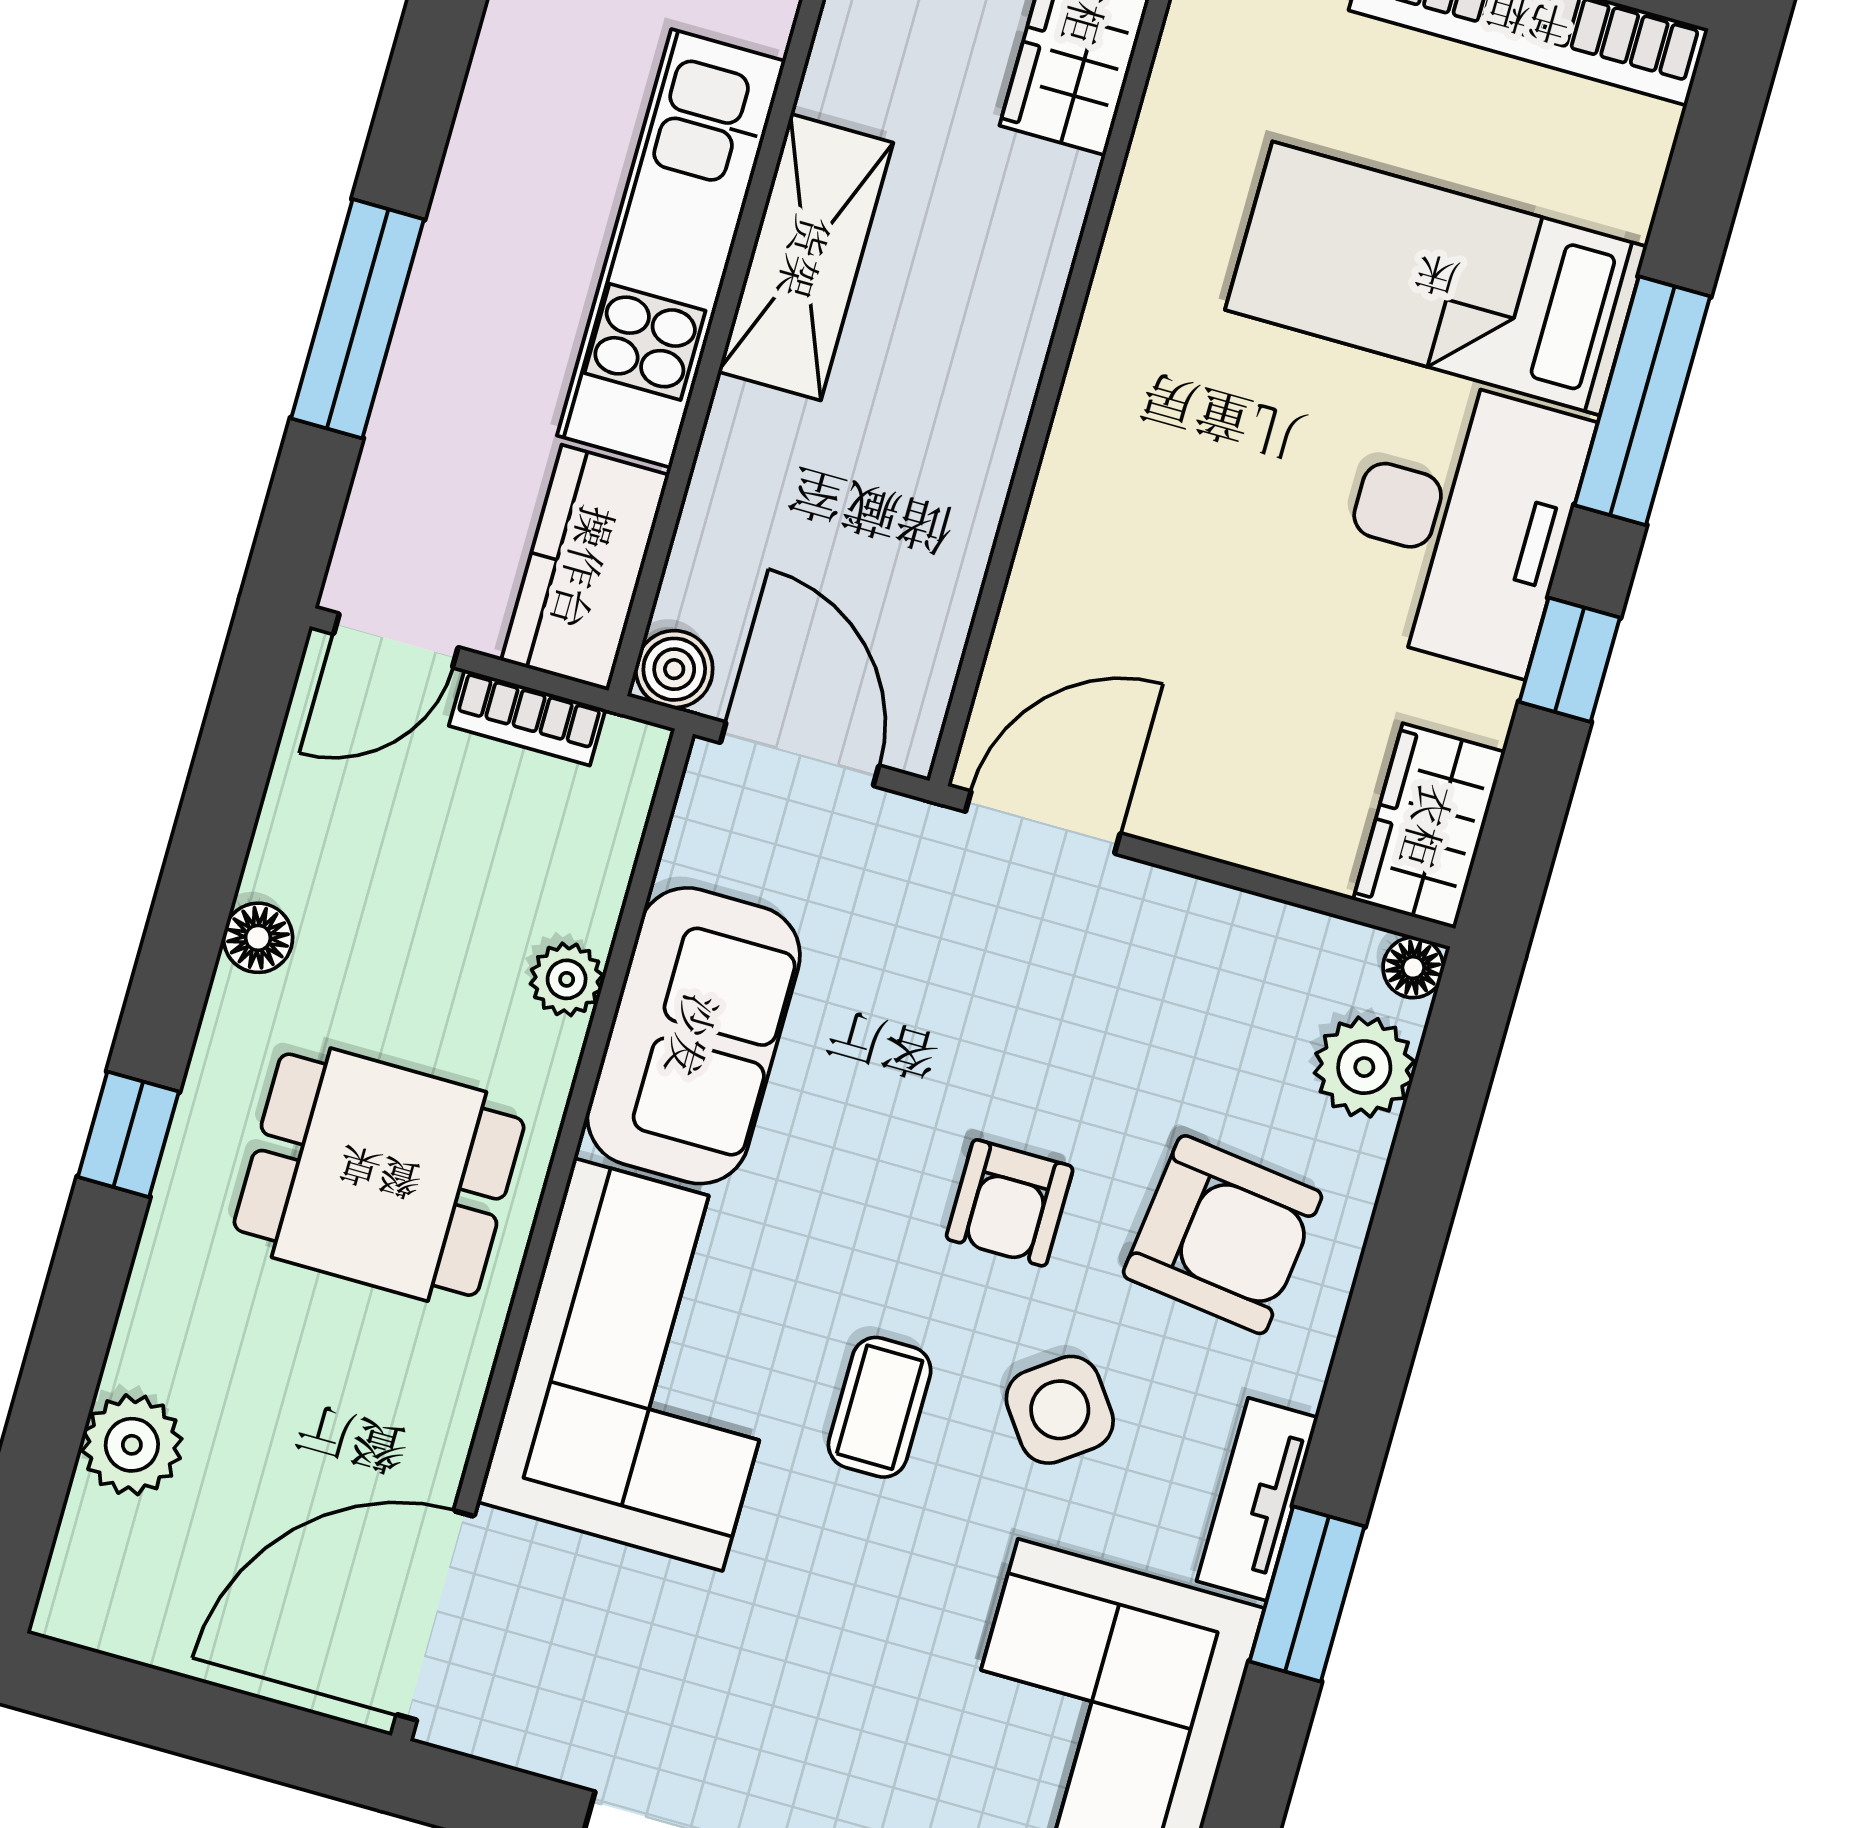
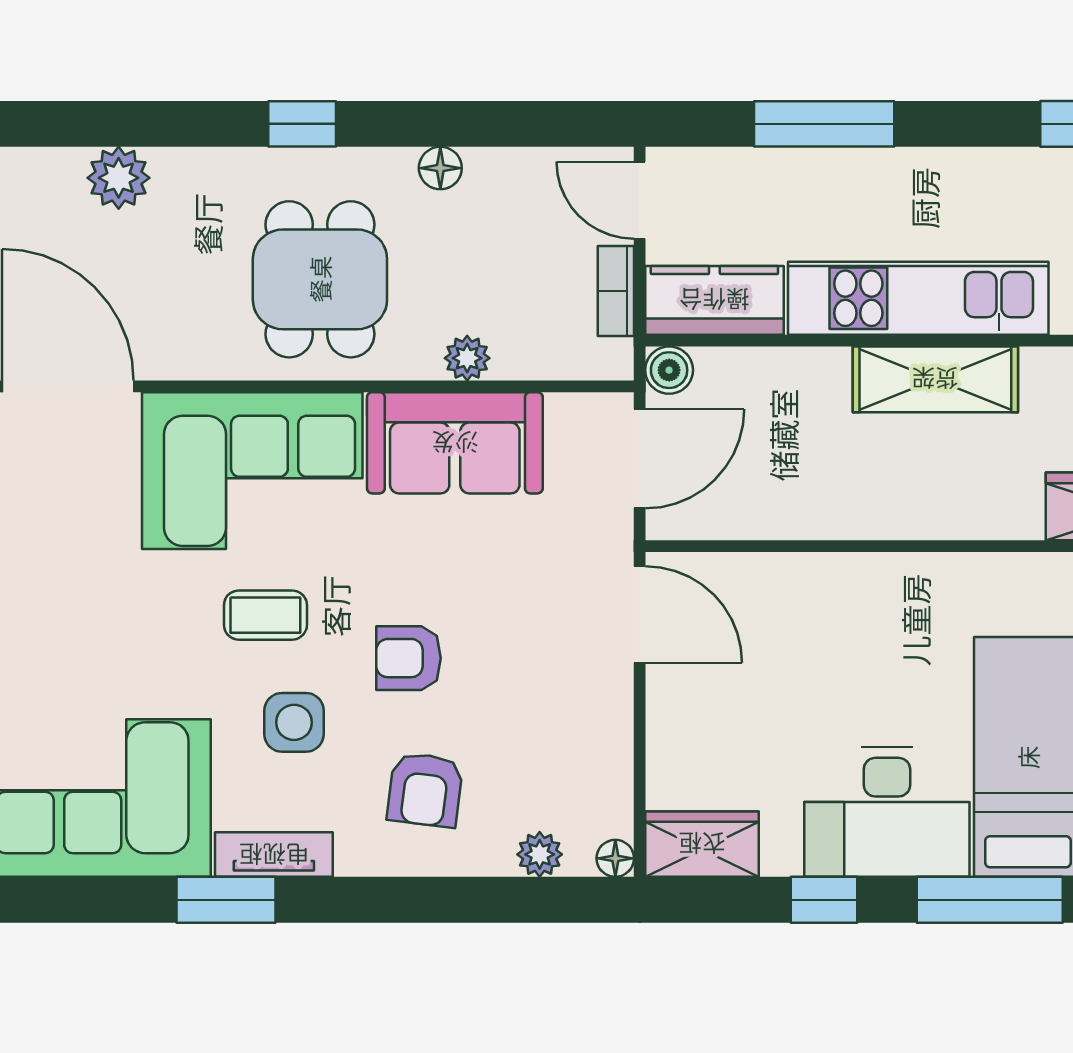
plant: (1364, 1067) -> (540, 854), width x0.73, depth x0.73
armchair: (1223, 1235) -> (425, 790), width x0.72, depth x0.72
side table: (1060, 1410) -> (294, 722), turned 36

